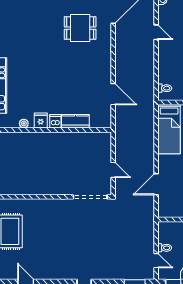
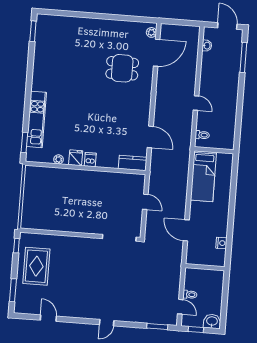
door: (156, 32) -> (196, 103), moved
kitchen counter: (75, 121) -> (133, 163), moved
door: (113, 170) -> (145, 202), moved
door: (156, 184) -> (186, 230), hinge flipped

